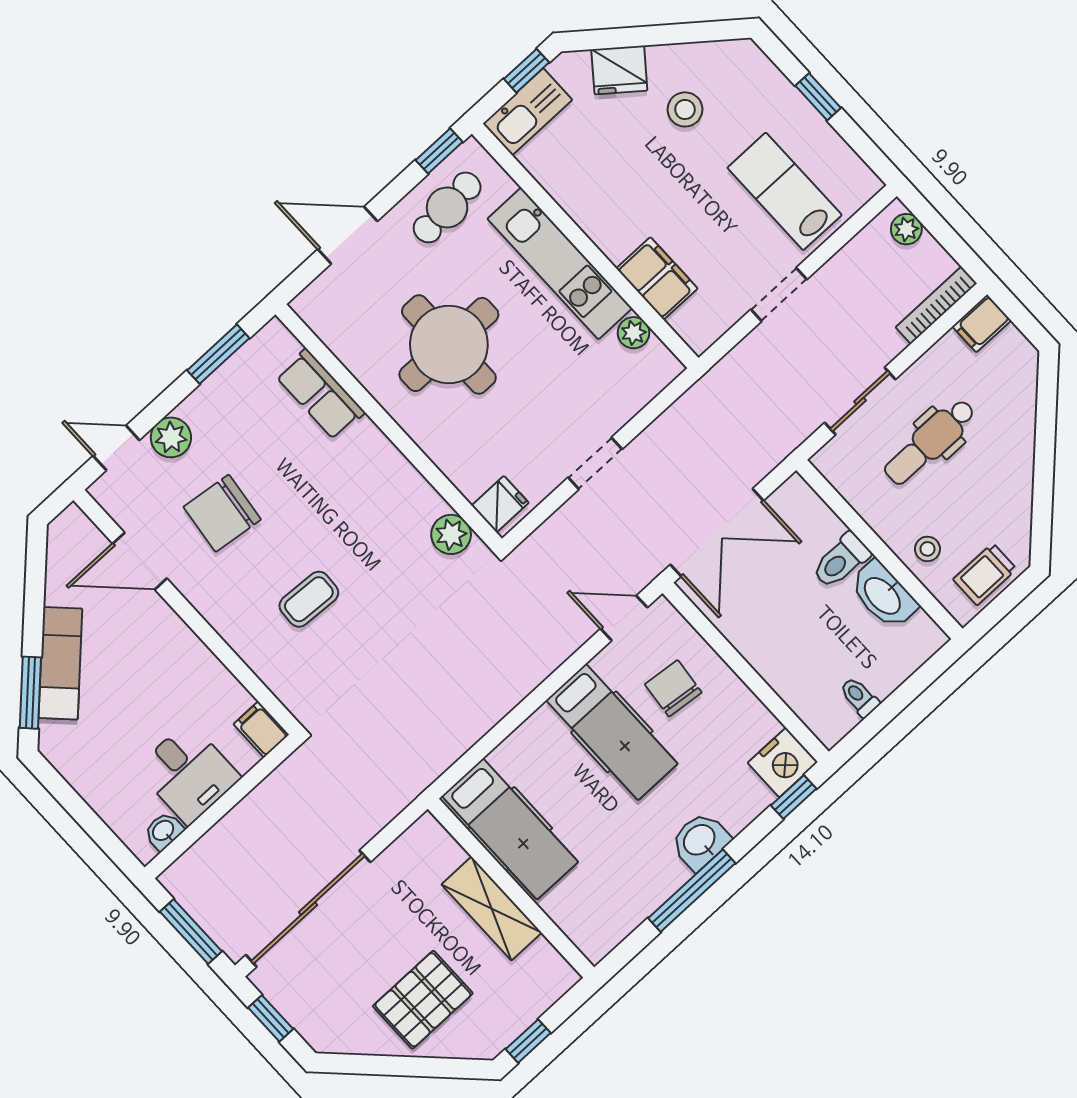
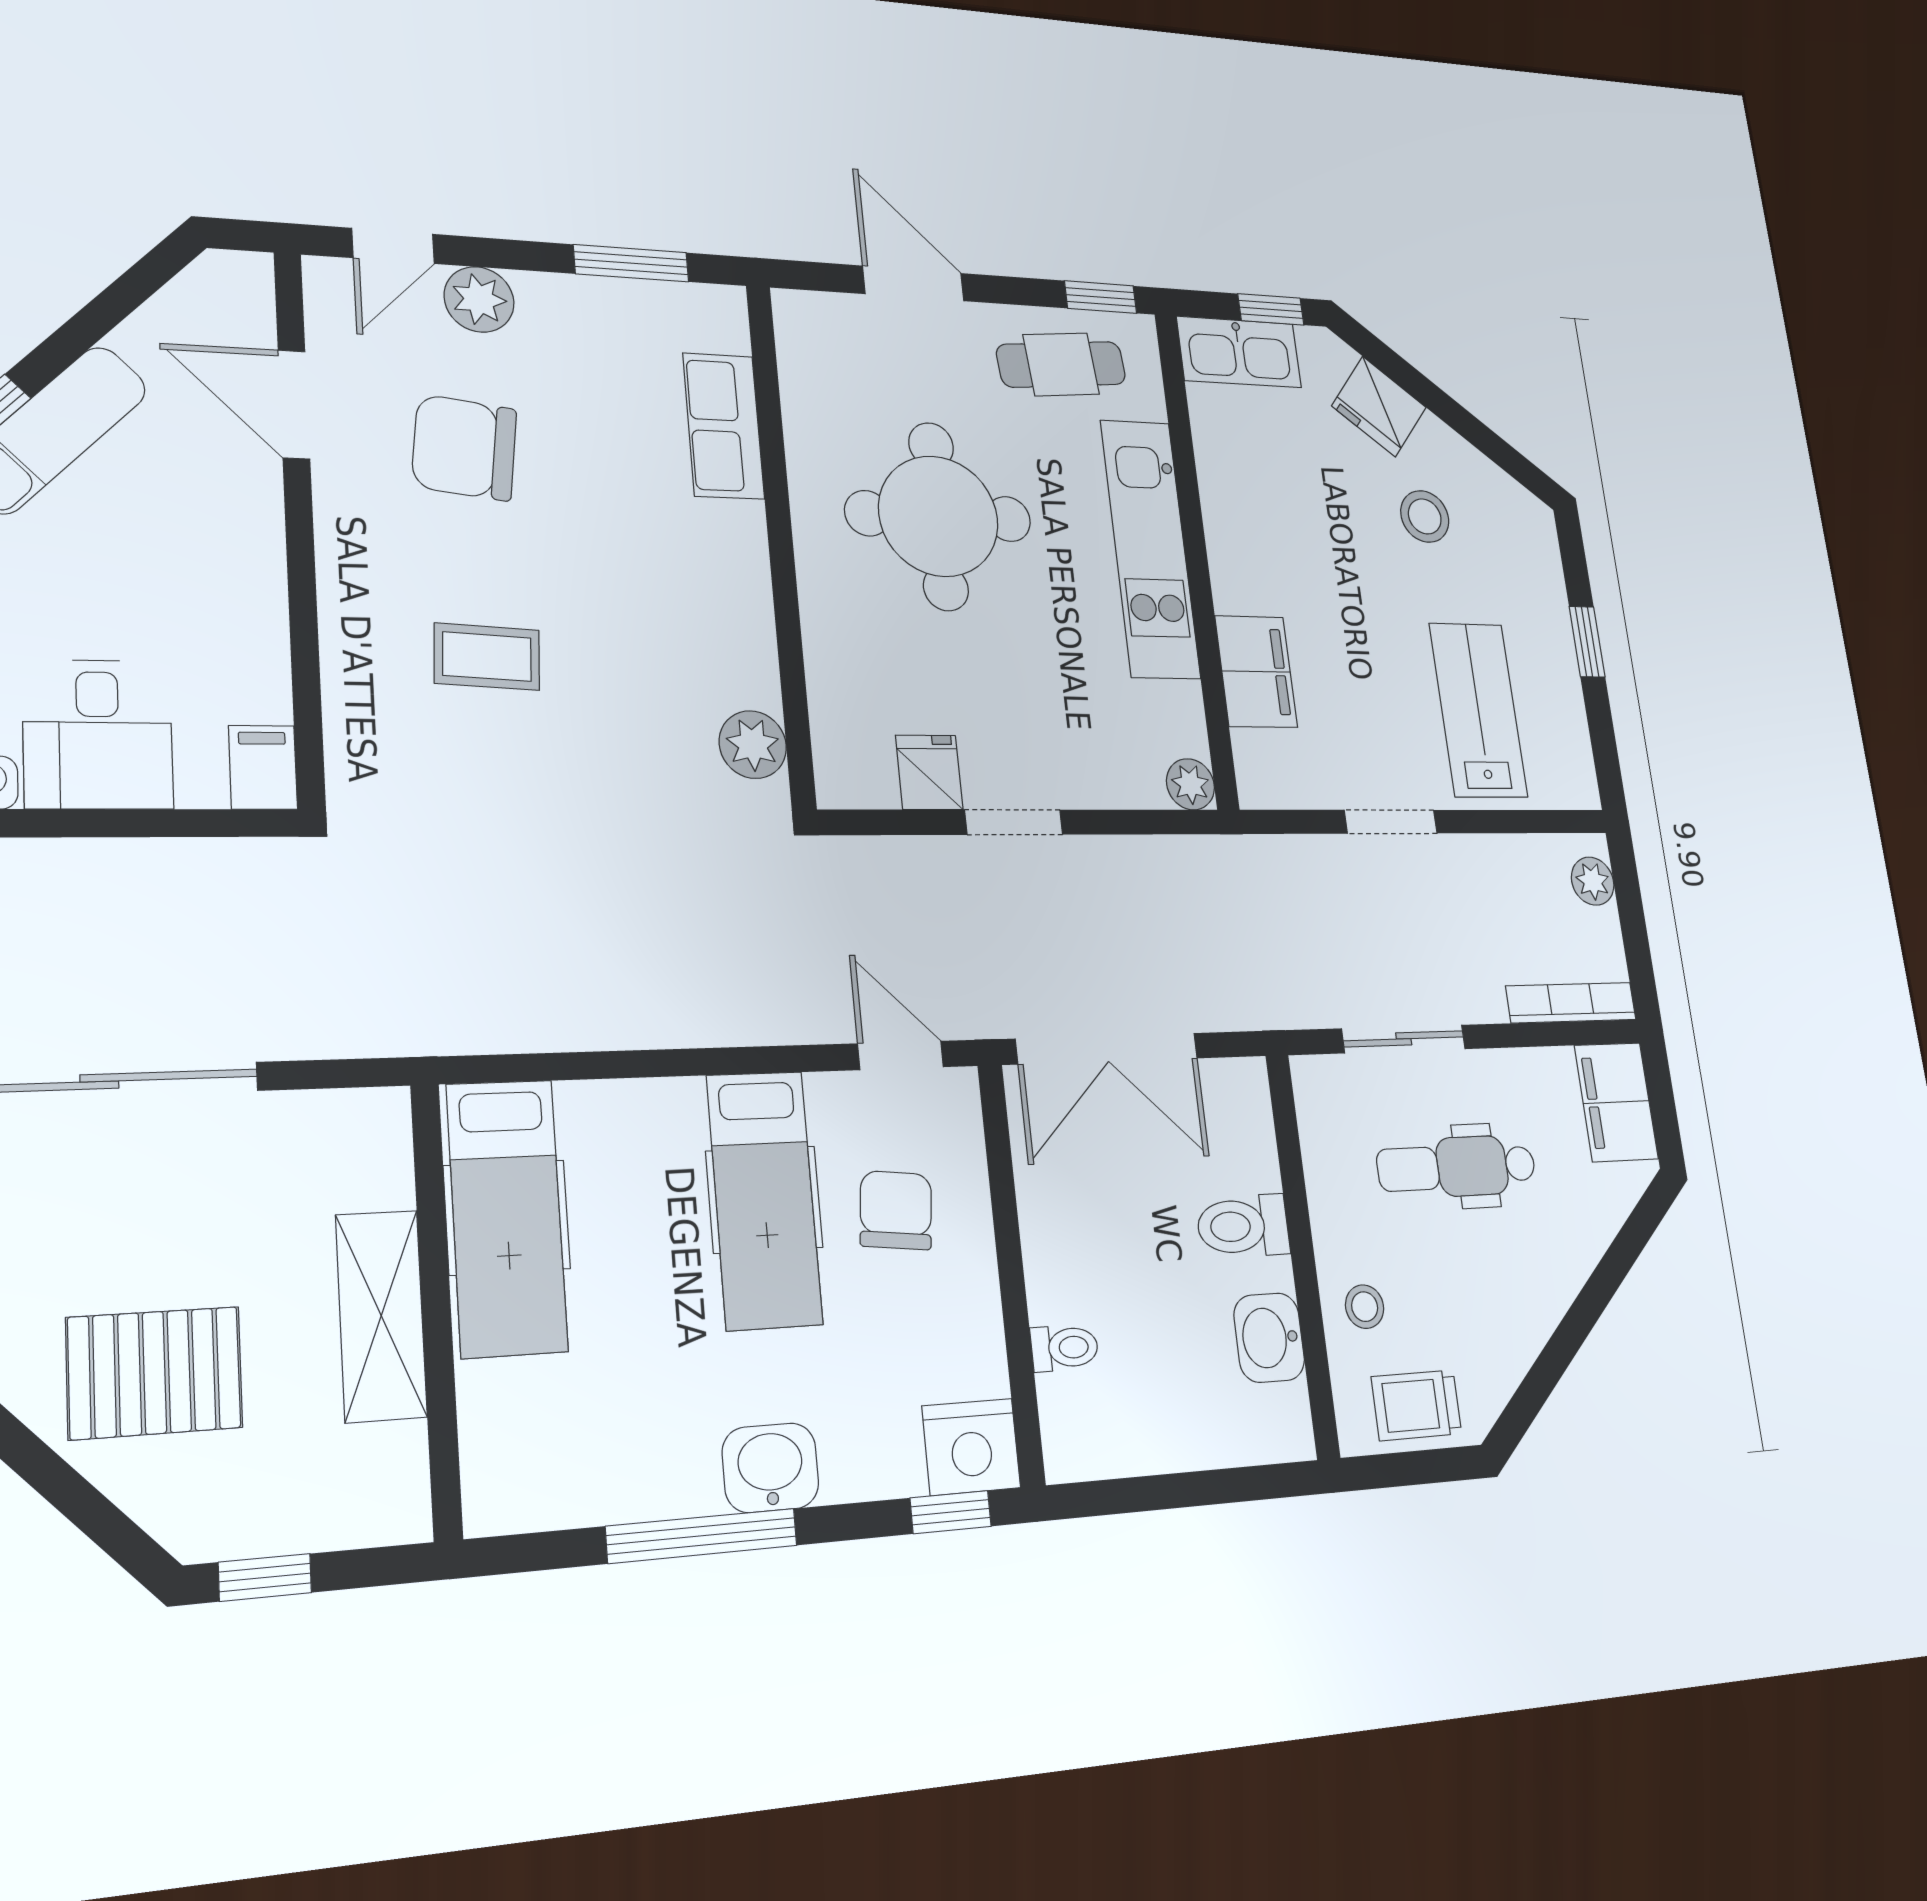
filing cabinet: (982, 323) -> (1616, 1102), width x2.00
plant: (634, 333) -> (1190, 784), moved
door: (116, 448) -> (393, 246), swing flipped
fridge: (500, 504) -> (929, 772), moved, turned -90
washbasin: (883, 595) -> (1269, 1338), width x0.72
toilet: (859, 697) -> (1065, 1348), moved, turned 90

